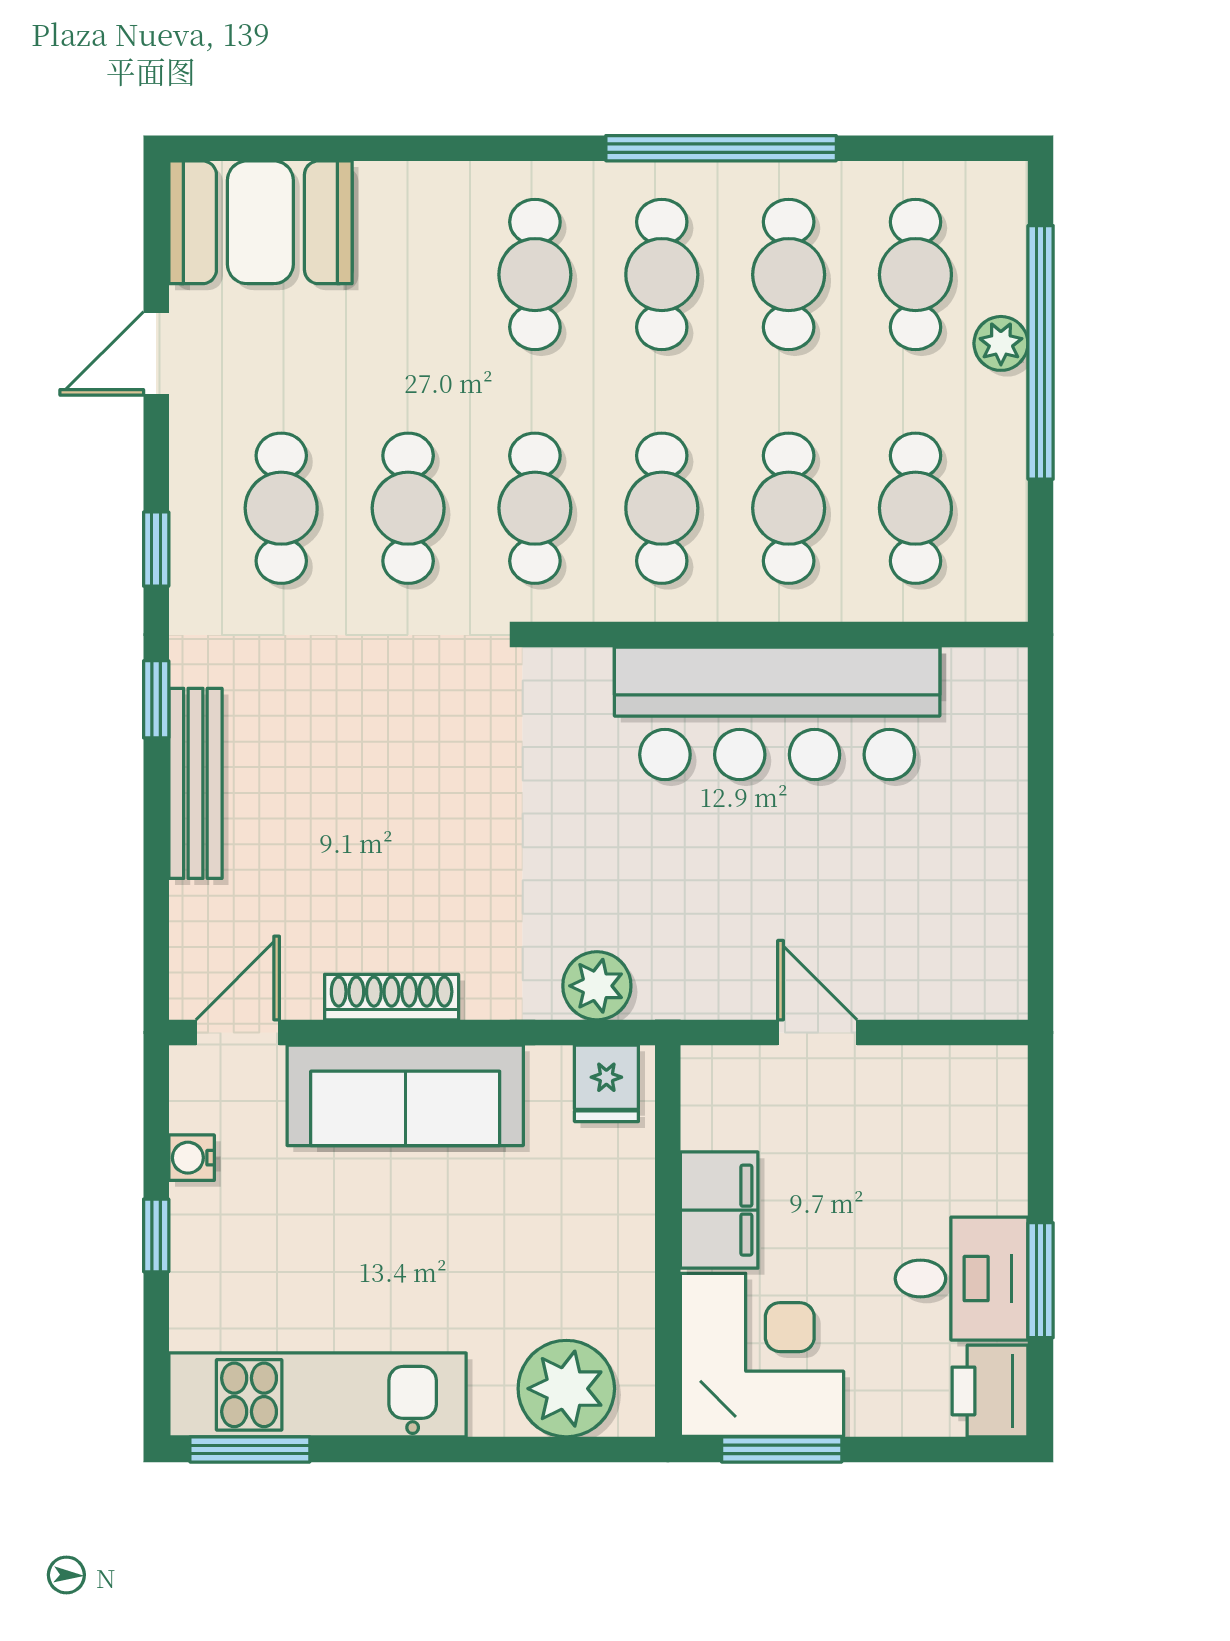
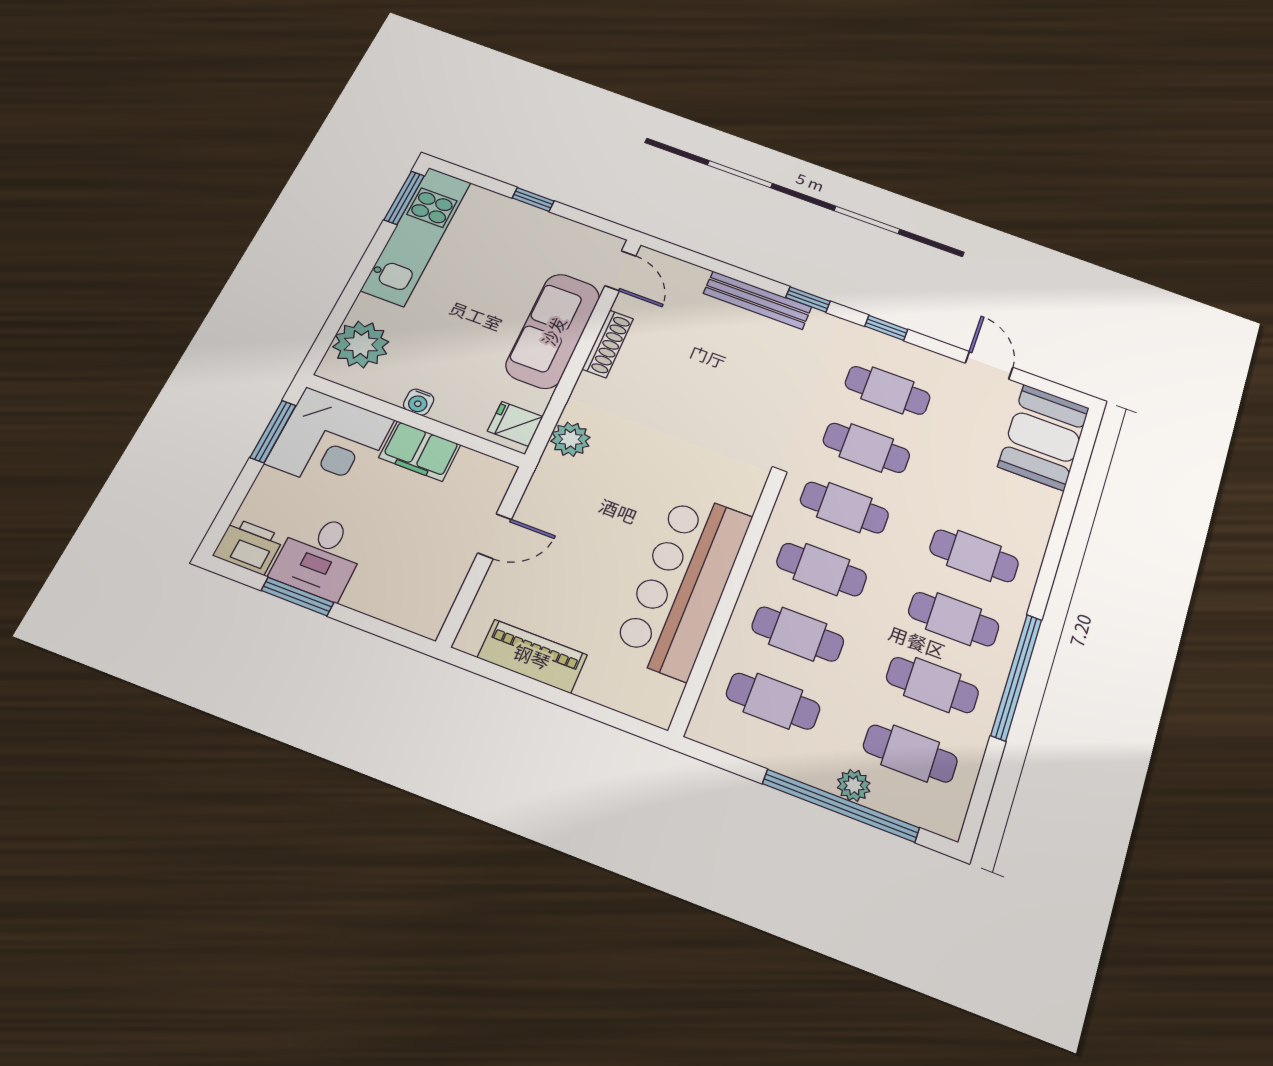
piano: (992, 894) -> (532, 656), added
water cooler: (192, 1158) -> (419, 402), moved, turned 180

